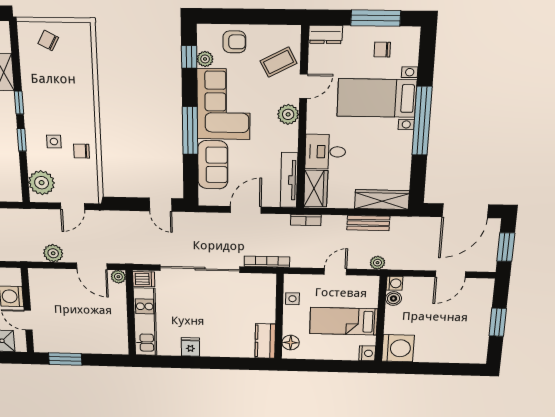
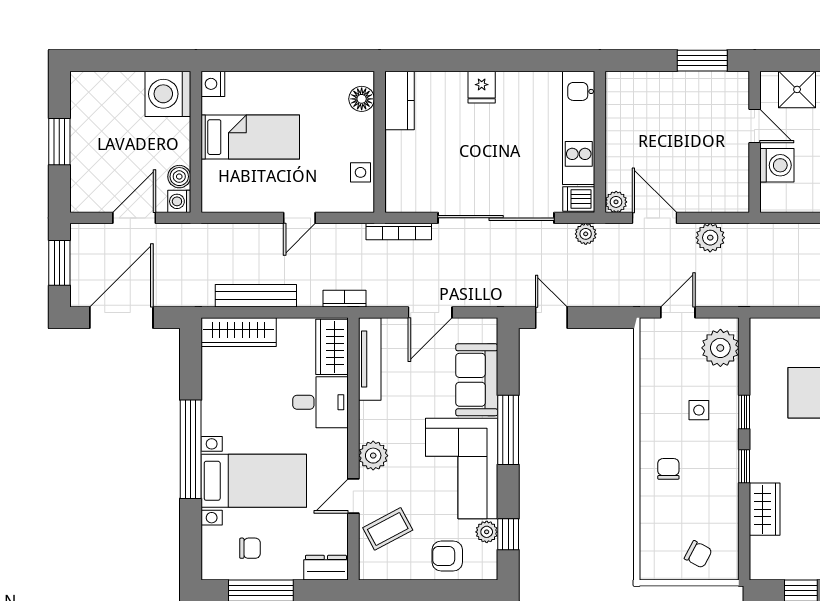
chair: (81, 151) -> (668, 469), moved, turned -90
bench: (368, 223) -> (256, 296), width x1.36
plant: (377, 263) -> (586, 234), moved
washing machine: (395, 283) -> (179, 201), moved
boiler: (393, 299) -> (179, 177), moved
wall: (381, 319) -> (196, 142), moved
bed: (344, 321) -> (250, 137), moved
fridge: (190, 347) -> (482, 87), moved
washing machine: (398, 348) -> (168, 94), moved
nightstand: (367, 353) -> (213, 84), moved

